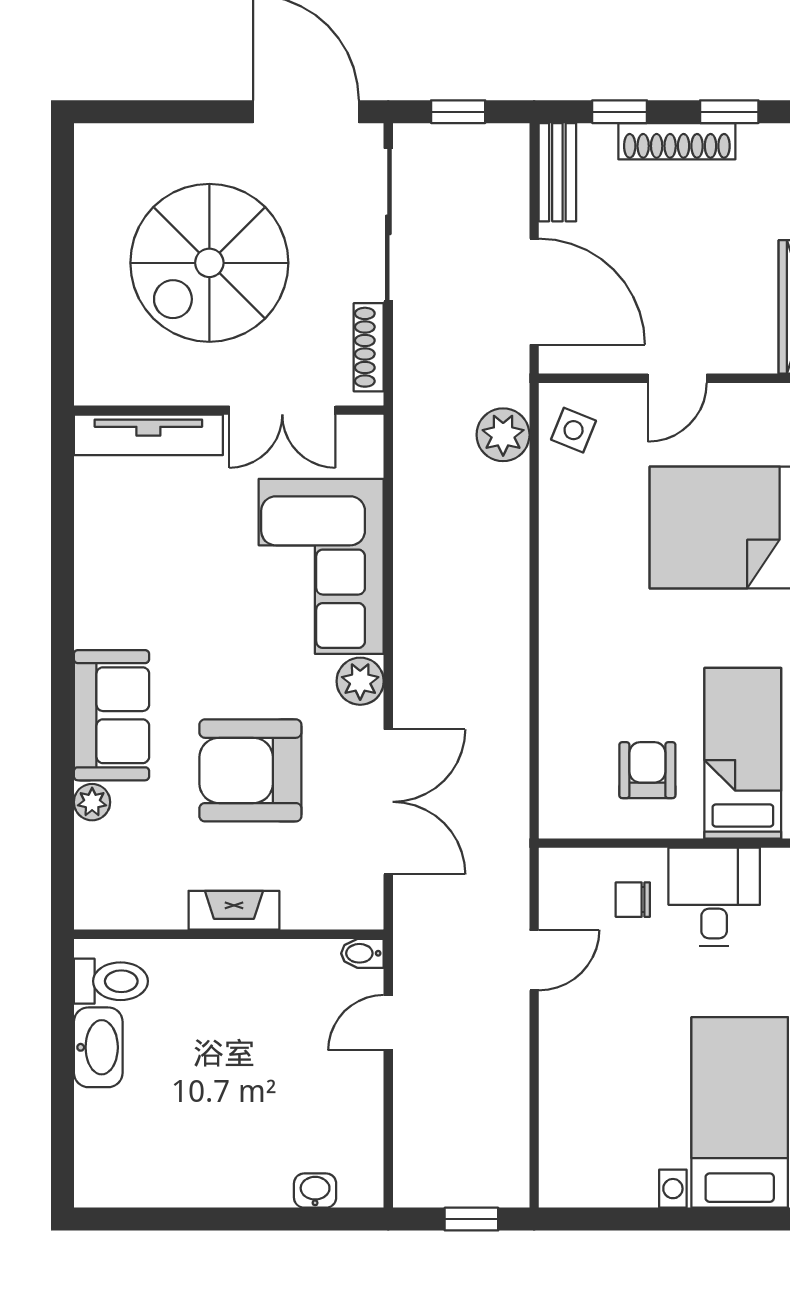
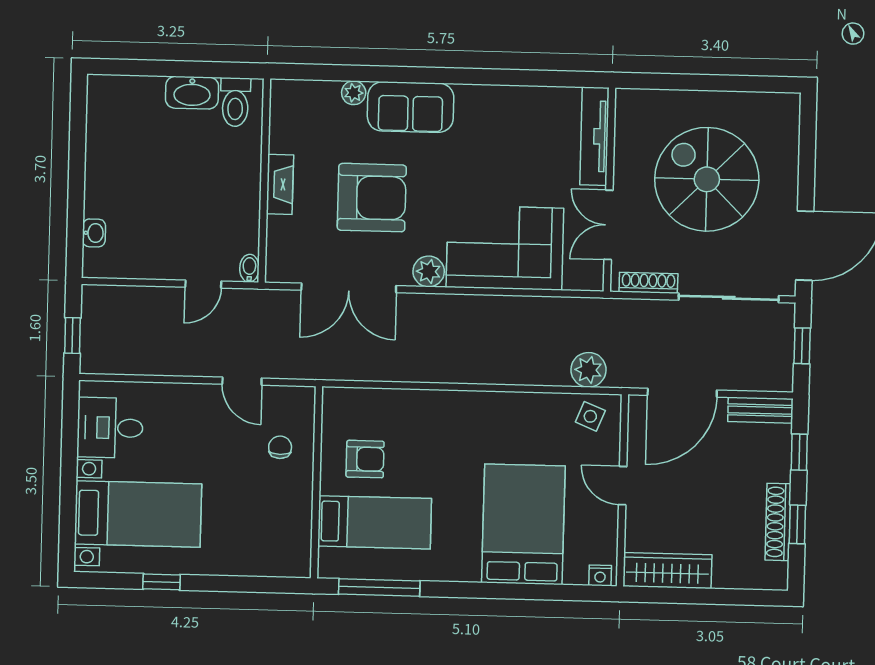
shoe rack: (677, 141) -> (778, 522), moved
armchair: (250, 770) -> (372, 198), turned 90
desk: (714, 897) -> (110, 428), moved, turned 180
door: (388, 1023) -> (203, 284), swing flipped

